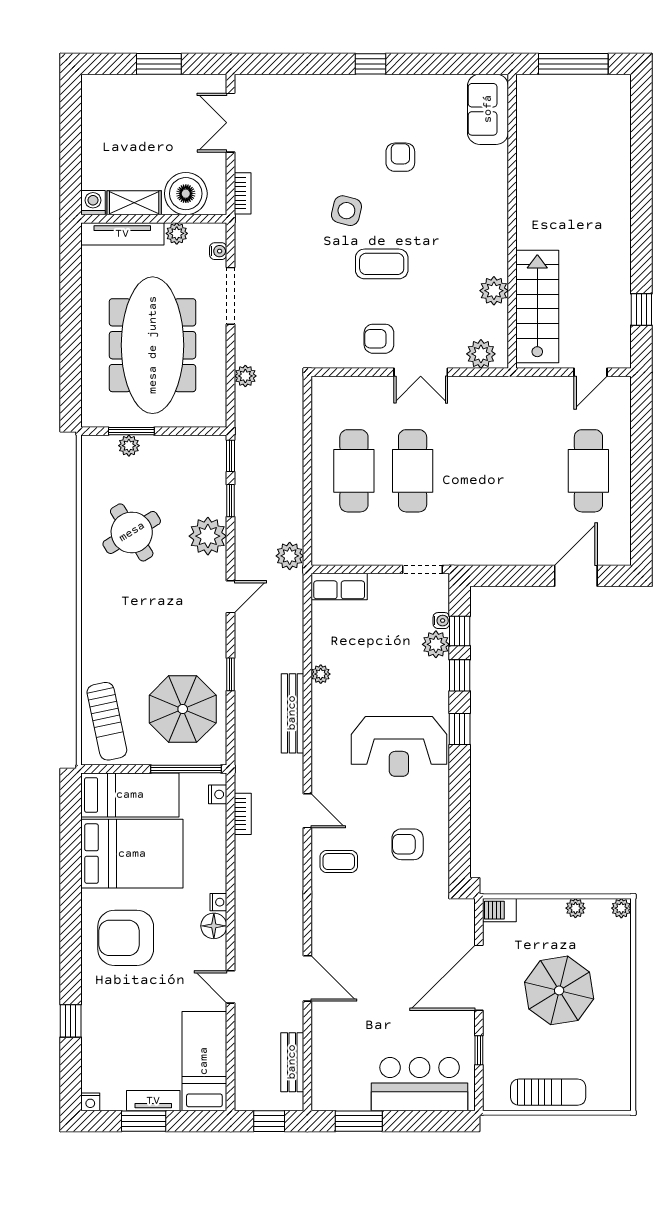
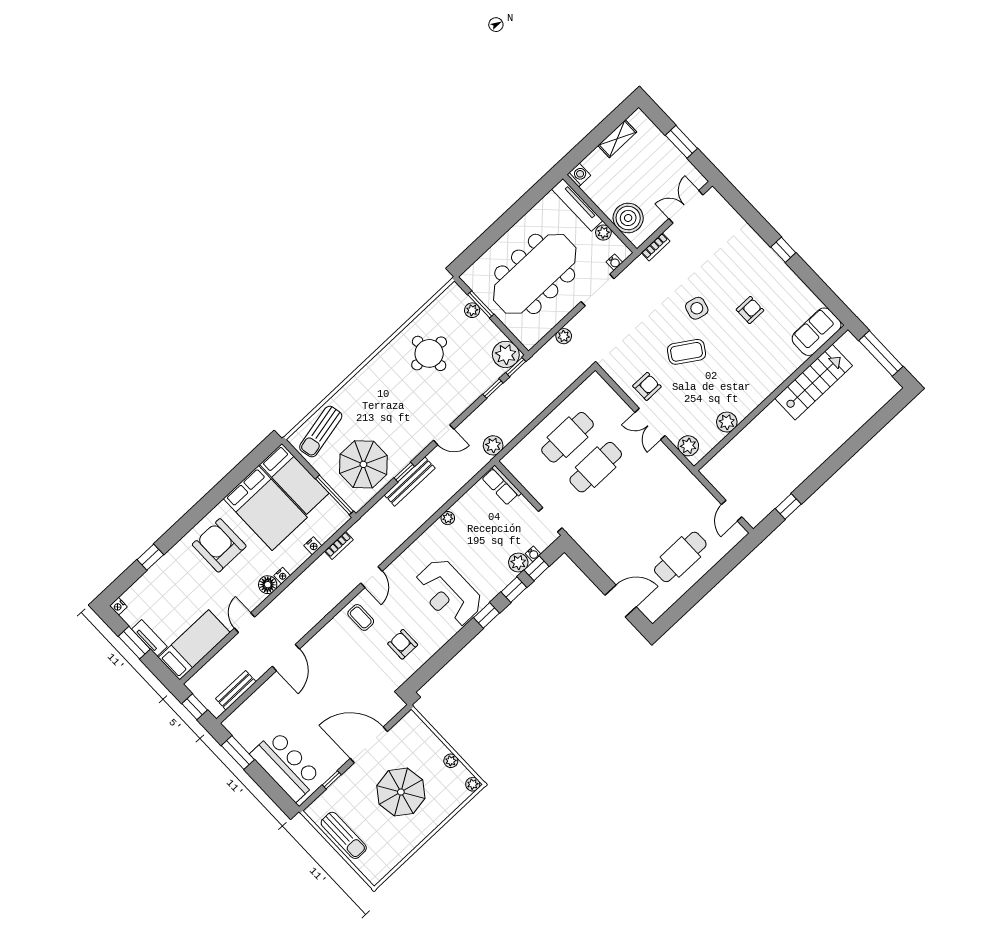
shelving: (134, 203) -> (617, 139), moved, turned 90
coffee table: (382, 264) -> (686, 352), turned -57
stairs: (537, 307) -> (814, 382), moved
armchair: (379, 339) -> (647, 386), turned 90
door: (591, 372) -> (732, 511), hinge flipped
round table: (132, 532) -> (429, 353), turned 32
plant: (208, 536) -> (506, 354), moved
bench: (292, 713) -> (410, 481), moved
nightstand: (218, 794) -> (313, 546), moved
barbecue: (499, 910) -> (413, 723), removed

